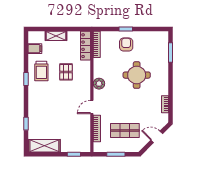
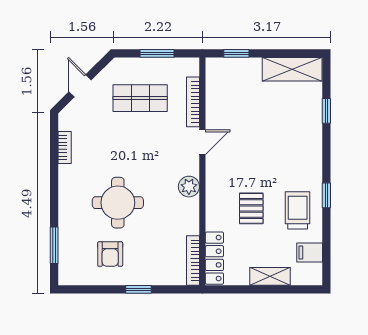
armchair: (126, 45) -> (110, 254), moved
door: (157, 137) -> (80, 86), swing flipped

